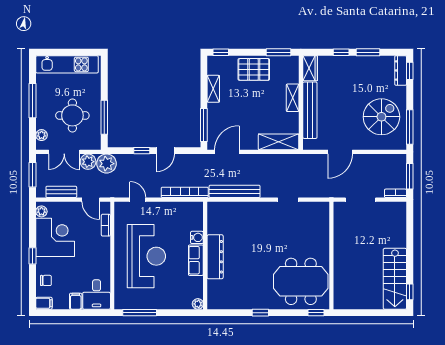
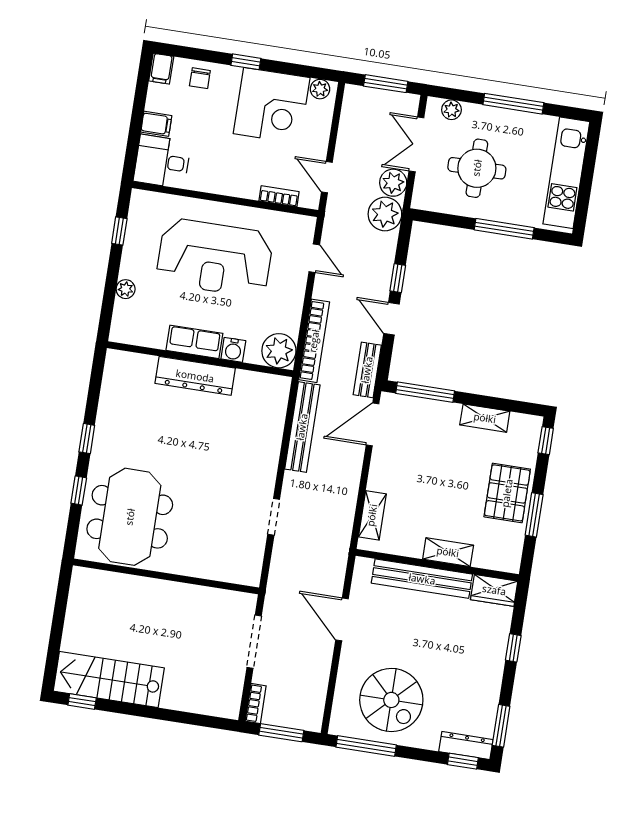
window: (279, 52) -> (534, 515), moved
window: (368, 52) -> (501, 726), moved
window: (104, 117) -> (504, 229), moved
shelving: (278, 142) -> (372, 515), width x0.67, depth x0.75
door: (227, 152) -> (373, 424), swing flipped
bench: (61, 192) -> (367, 370), moved
door: (91, 200) -> (327, 177), hinge flipped
door: (138, 200) -> (314, 258), hinge flipped
plant: (193, 212) -> (279, 351), added
plant: (198, 304) -> (126, 289), moved
window: (140, 313) -> (119, 231), width x0.46
window: (316, 313) -> (79, 490), moved

